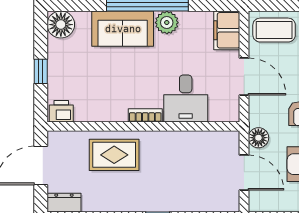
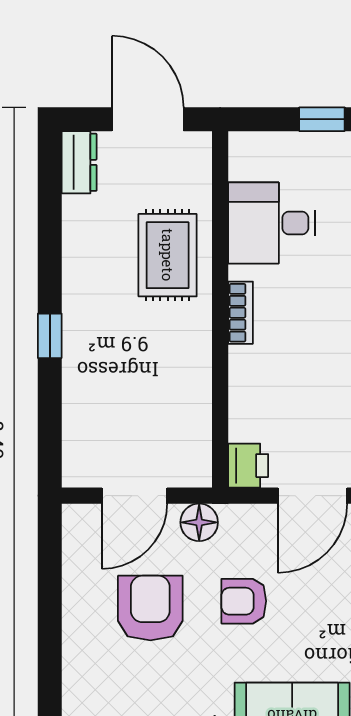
desk: (186, 99) -> (272, 223), moved
printer: (61, 111) -> (248, 466), moved

